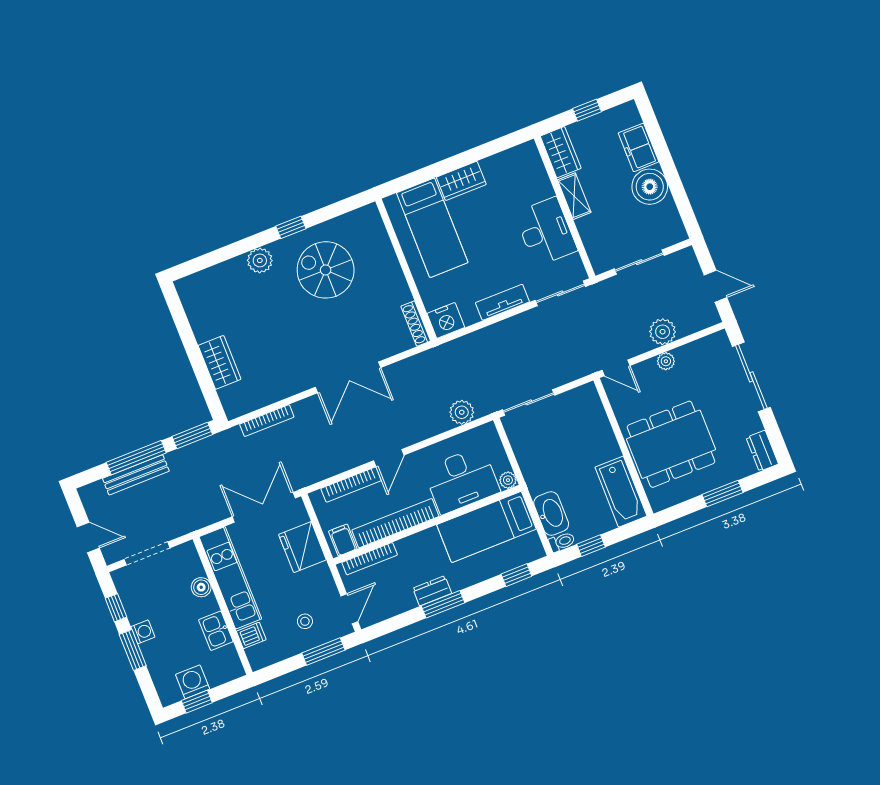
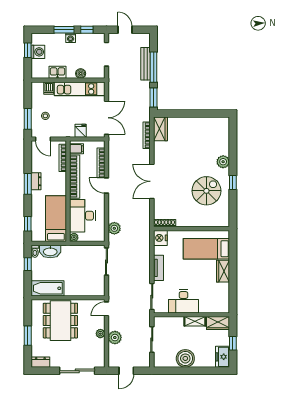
freezer: (639, 147) -> (223, 357), moved, turned -90
wardrobe: (220, 362) -> (160, 129), moved, turned -90
door: (88, 537) -> (125, 30), swing flipped
fridge: (302, 547) -> (81, 131), width x0.53, depth x0.75

